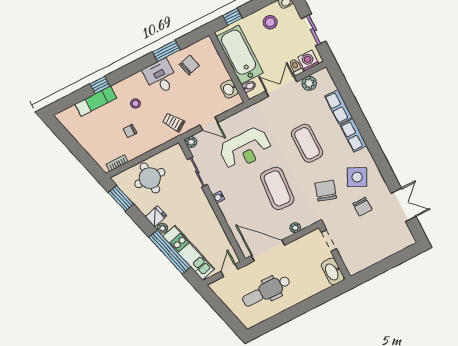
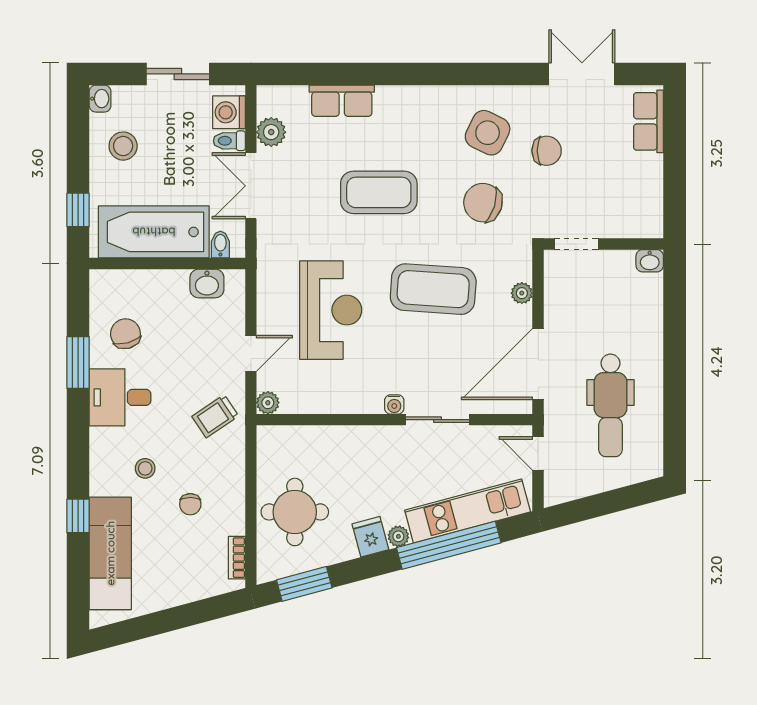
exam couch: (96, 101) -> (110, 553), width x1.36, depth x1.45
row of seats: (353, 135) -> (648, 121), moved, turned 90
sliding door: (197, 172) -> (438, 420), moved
washbasin: (333, 271) -> (650, 261), width x0.52, depth x0.69

